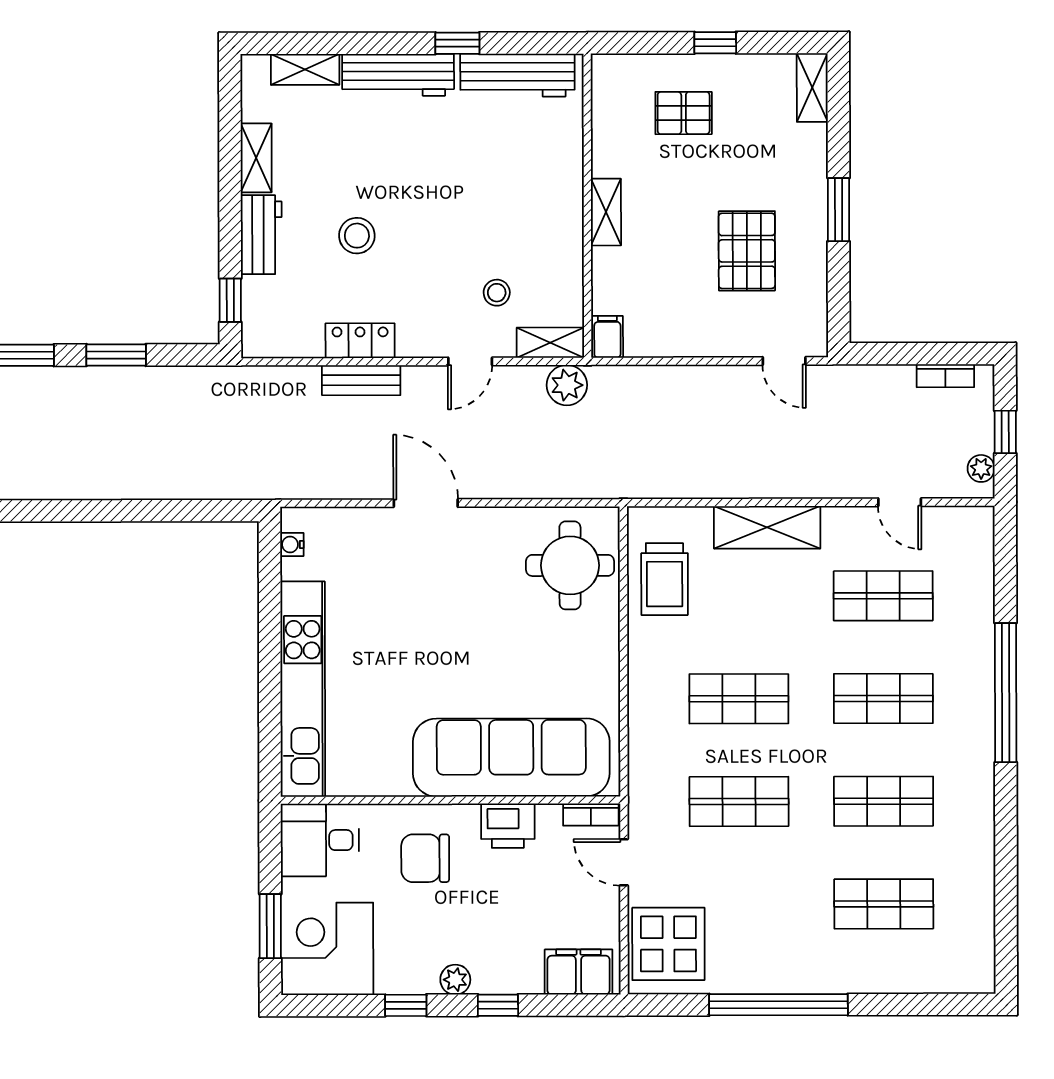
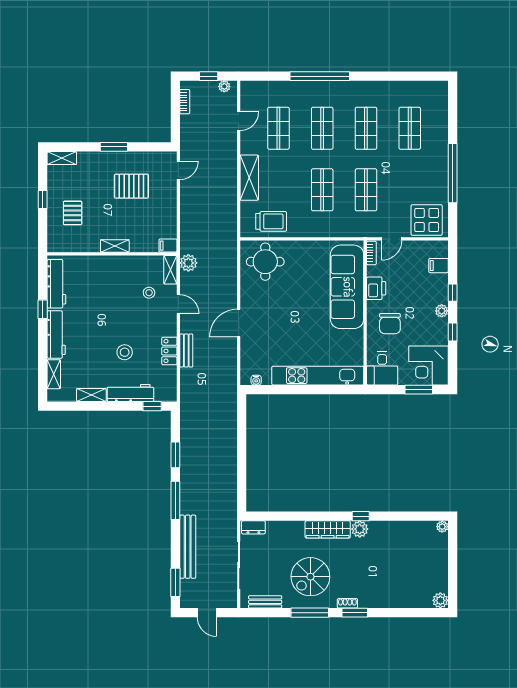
workbench: (261, 235) -> (130, 393), width x1.38
filing cabinet: (579, 972) -> (438, 266), width x0.50

